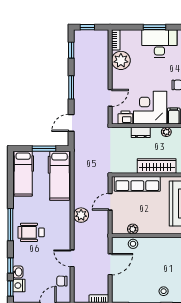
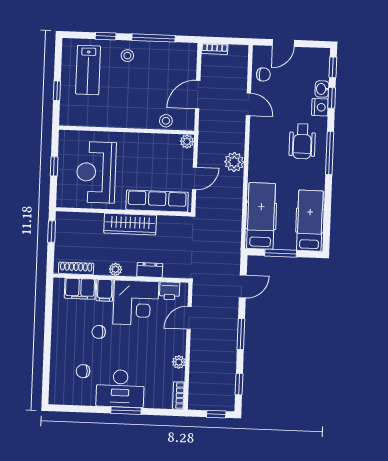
plant: (121, 60) -> (179, 362), width x0.53, depth x0.53
plant: (133, 229) -> (187, 141), moved
wheelchair: (31, 232) -> (302, 141), turned 90
nightstand: (19, 286) -> (320, 107), moved

